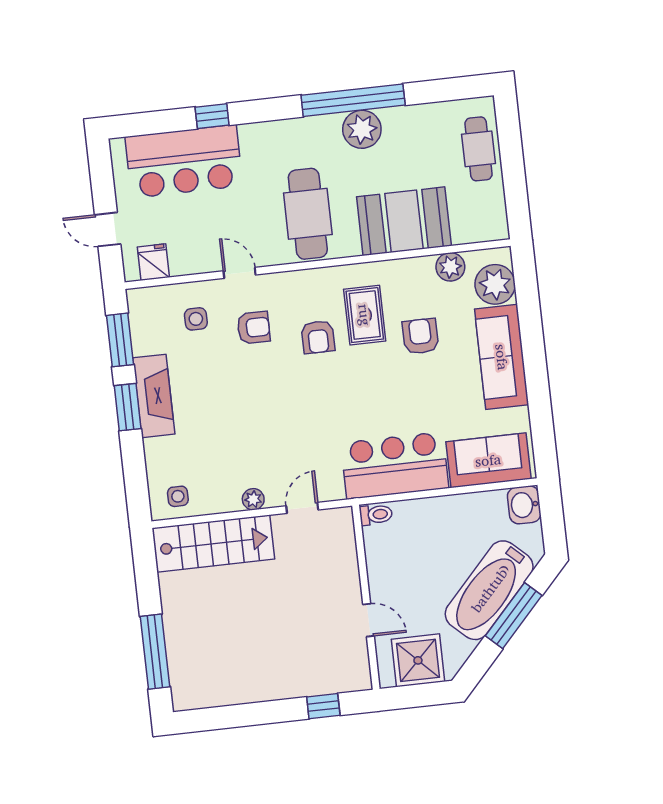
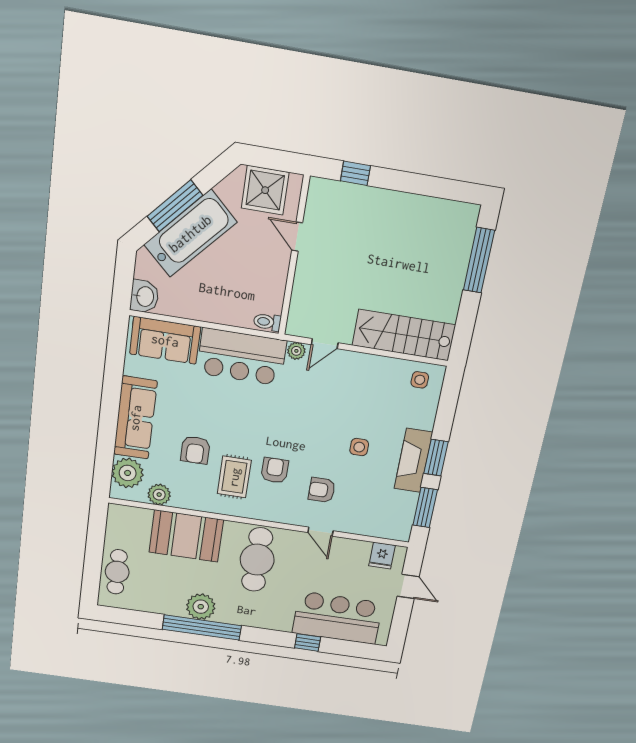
side table: (196, 319) -> (359, 447), moved
plant: (253, 499) -> (296, 351), moved

